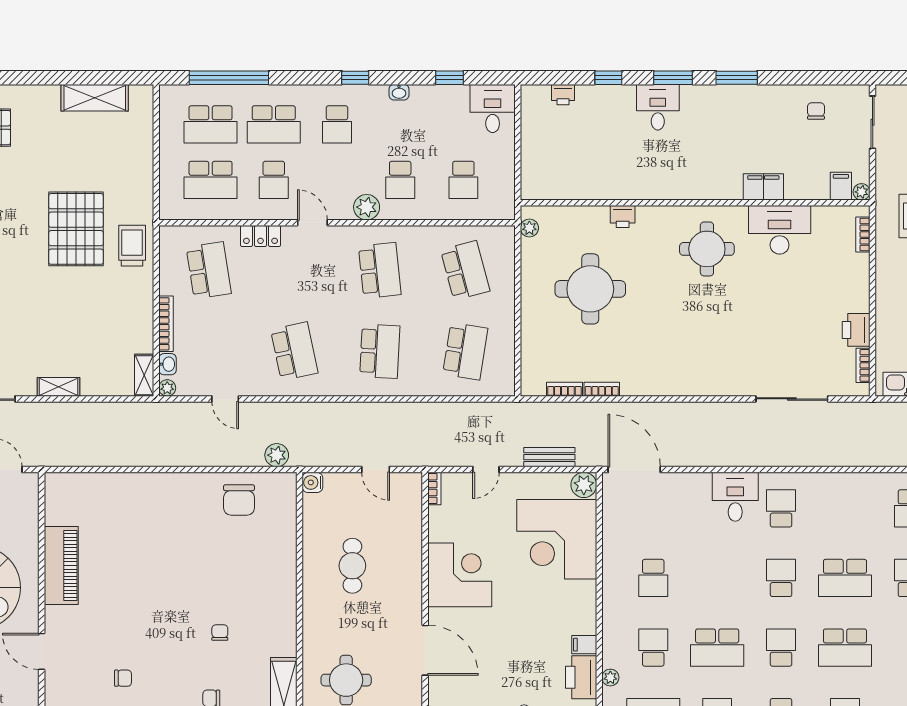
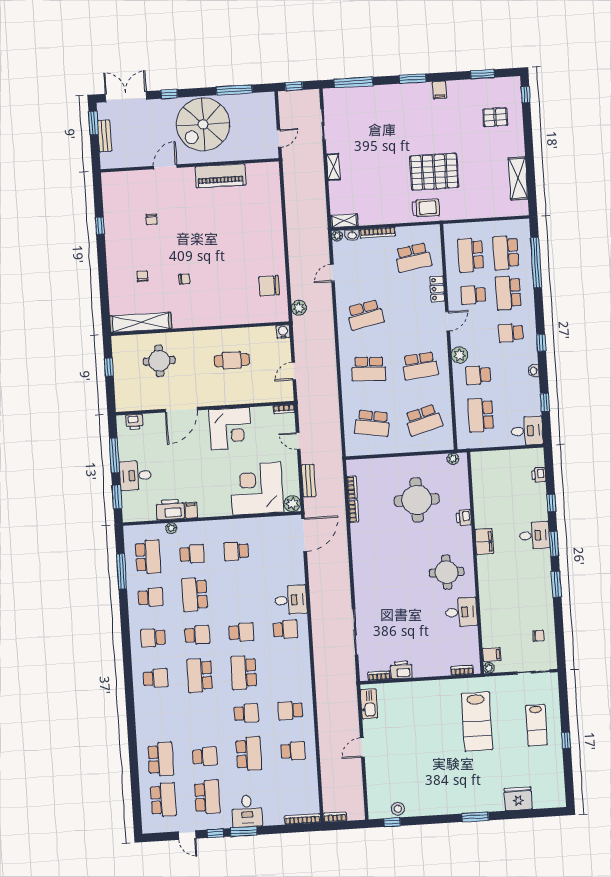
school desk: (463, 180) -> (481, 415), width x1.85
filing cabinet: (763, 187) -> (484, 542), moved
desk: (780, 230) -> (461, 612), width x0.73

